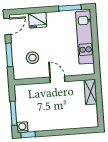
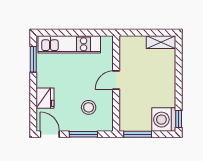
shelving: (91, 92) -> (161, 42), moved
window: (13, 113) -> (138, 134), moved
washing machine: (22, 127) -> (164, 120), width x1.89, depth x1.89

